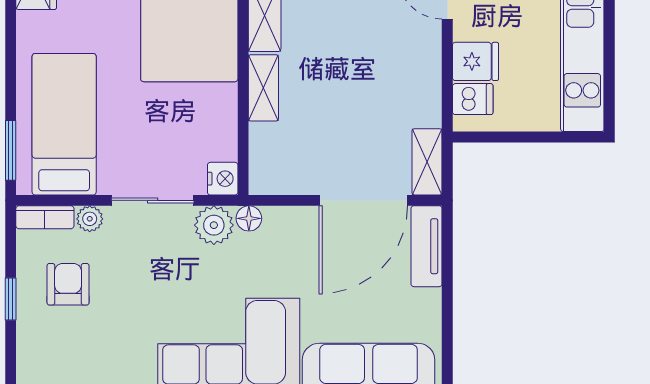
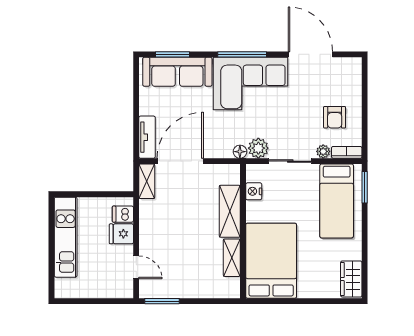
shelving: (263, 88) -> (230, 211), width x1.50, depth x1.33
nightstand: (223, 179) -> (254, 191), moved
window: (11, 299) -> (365, 110), removed

